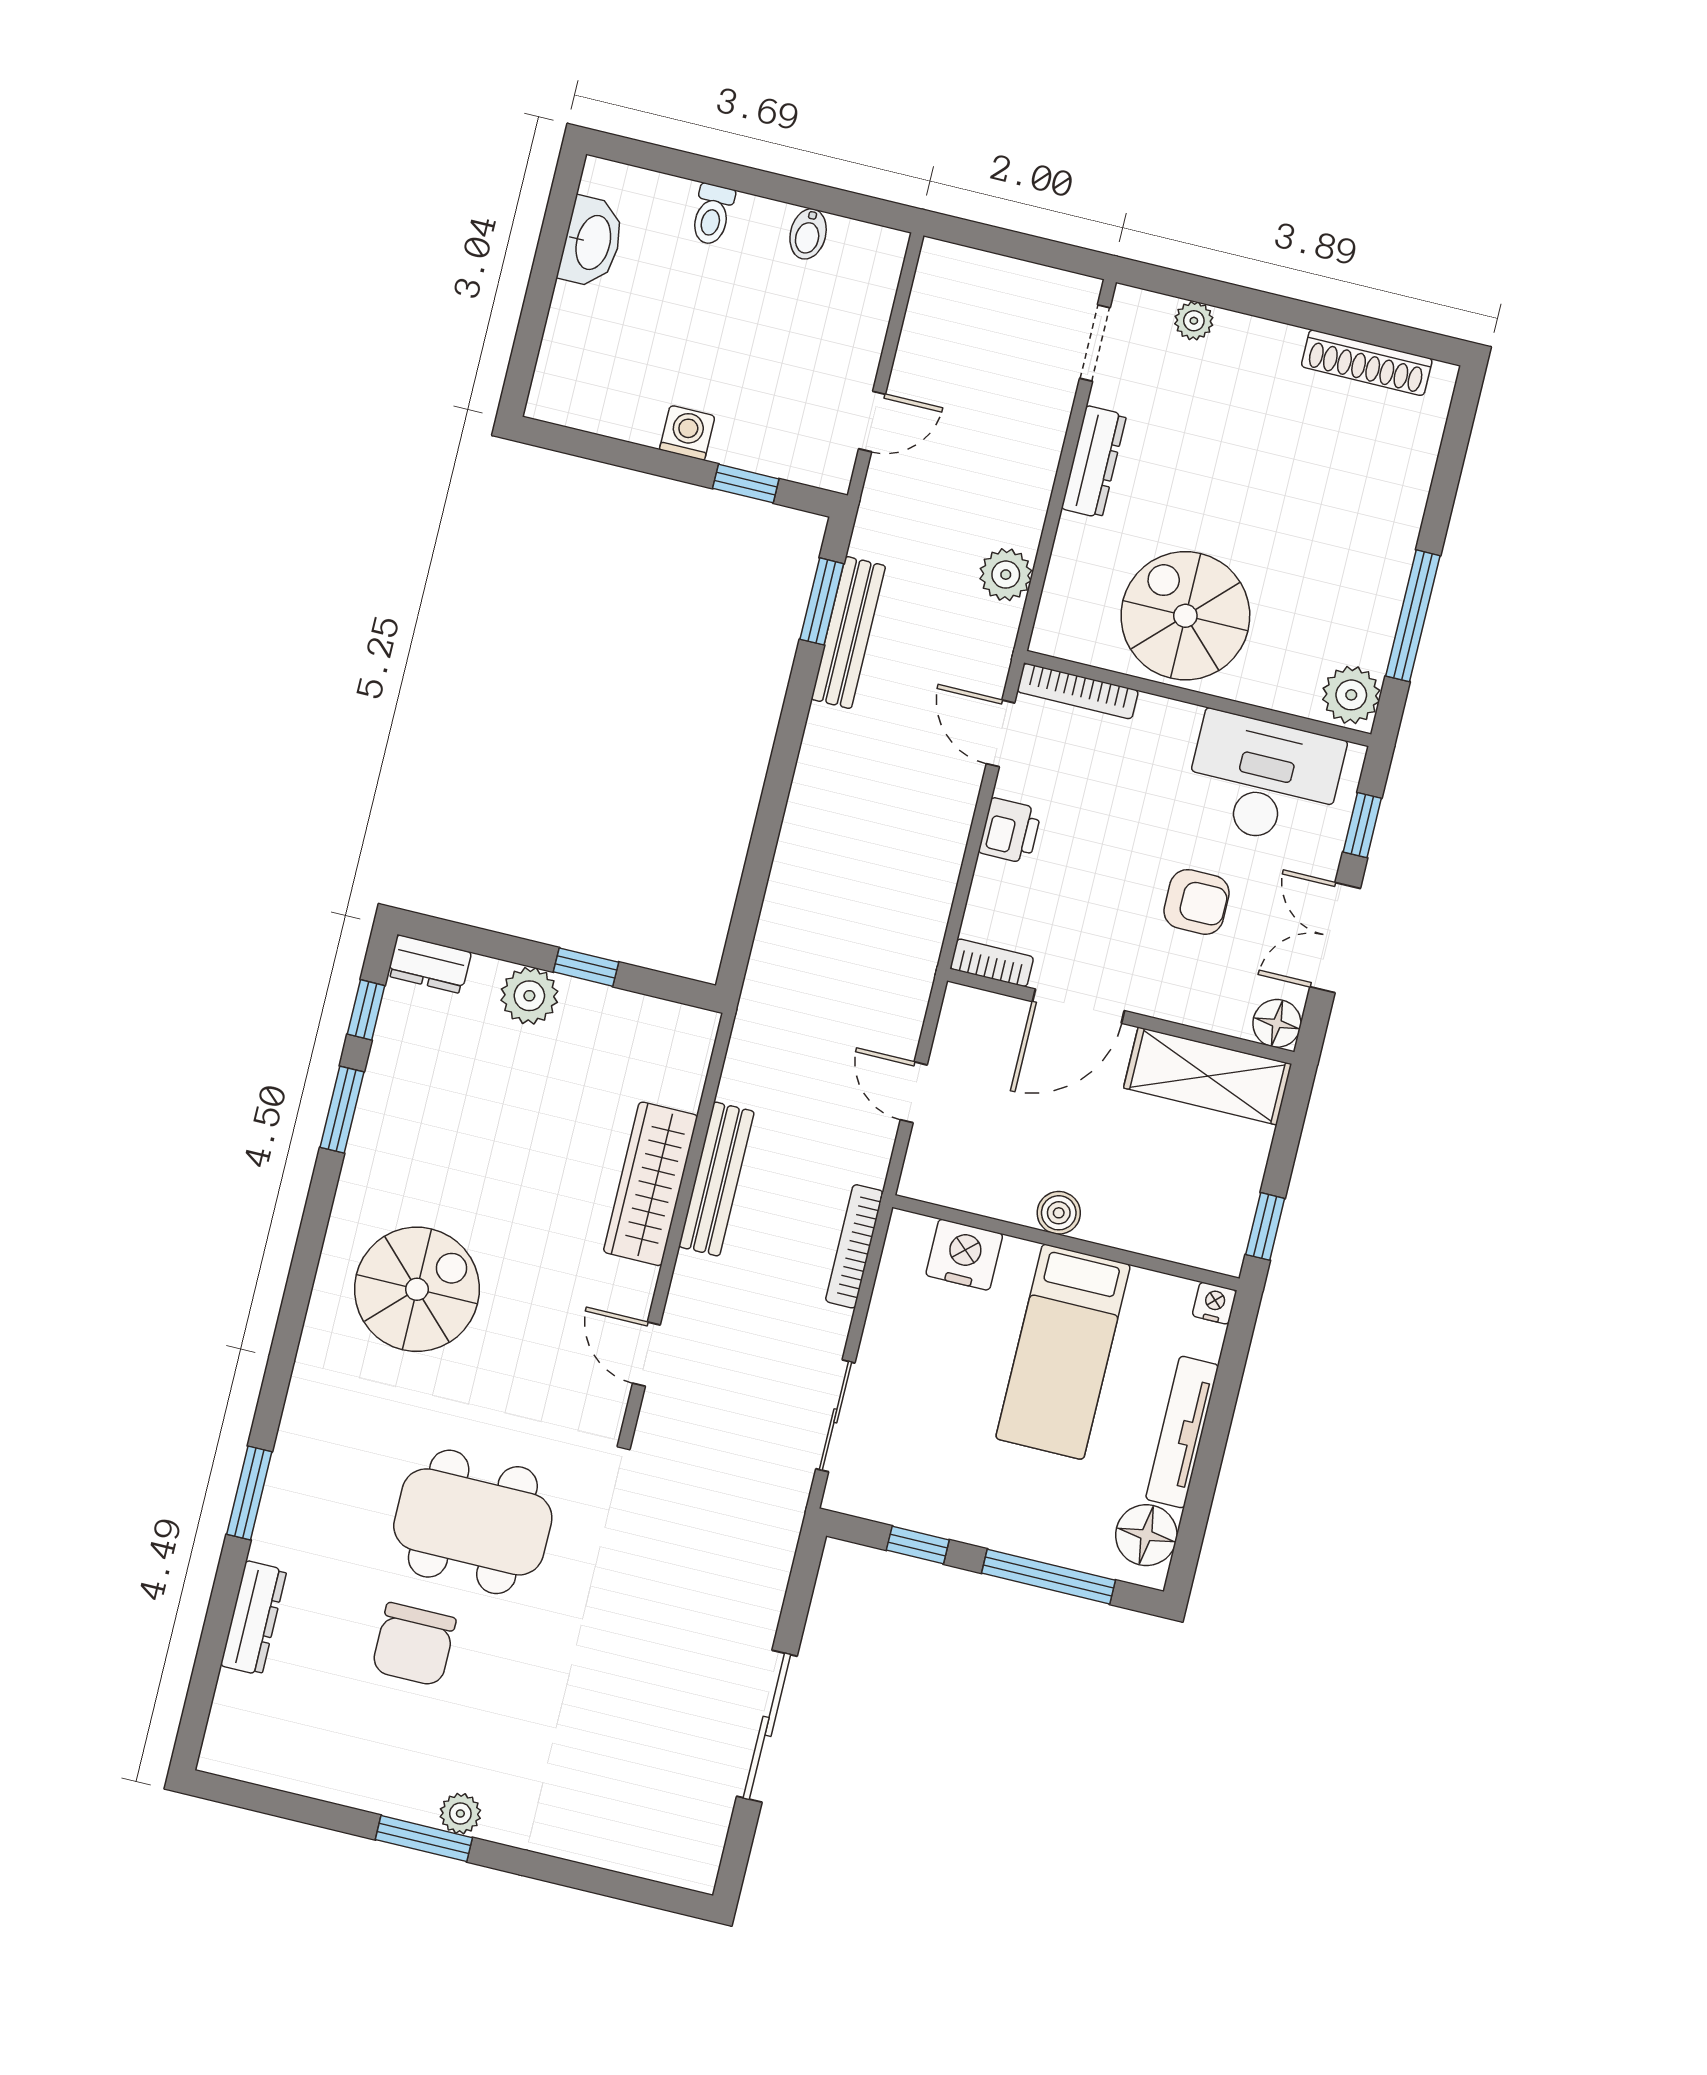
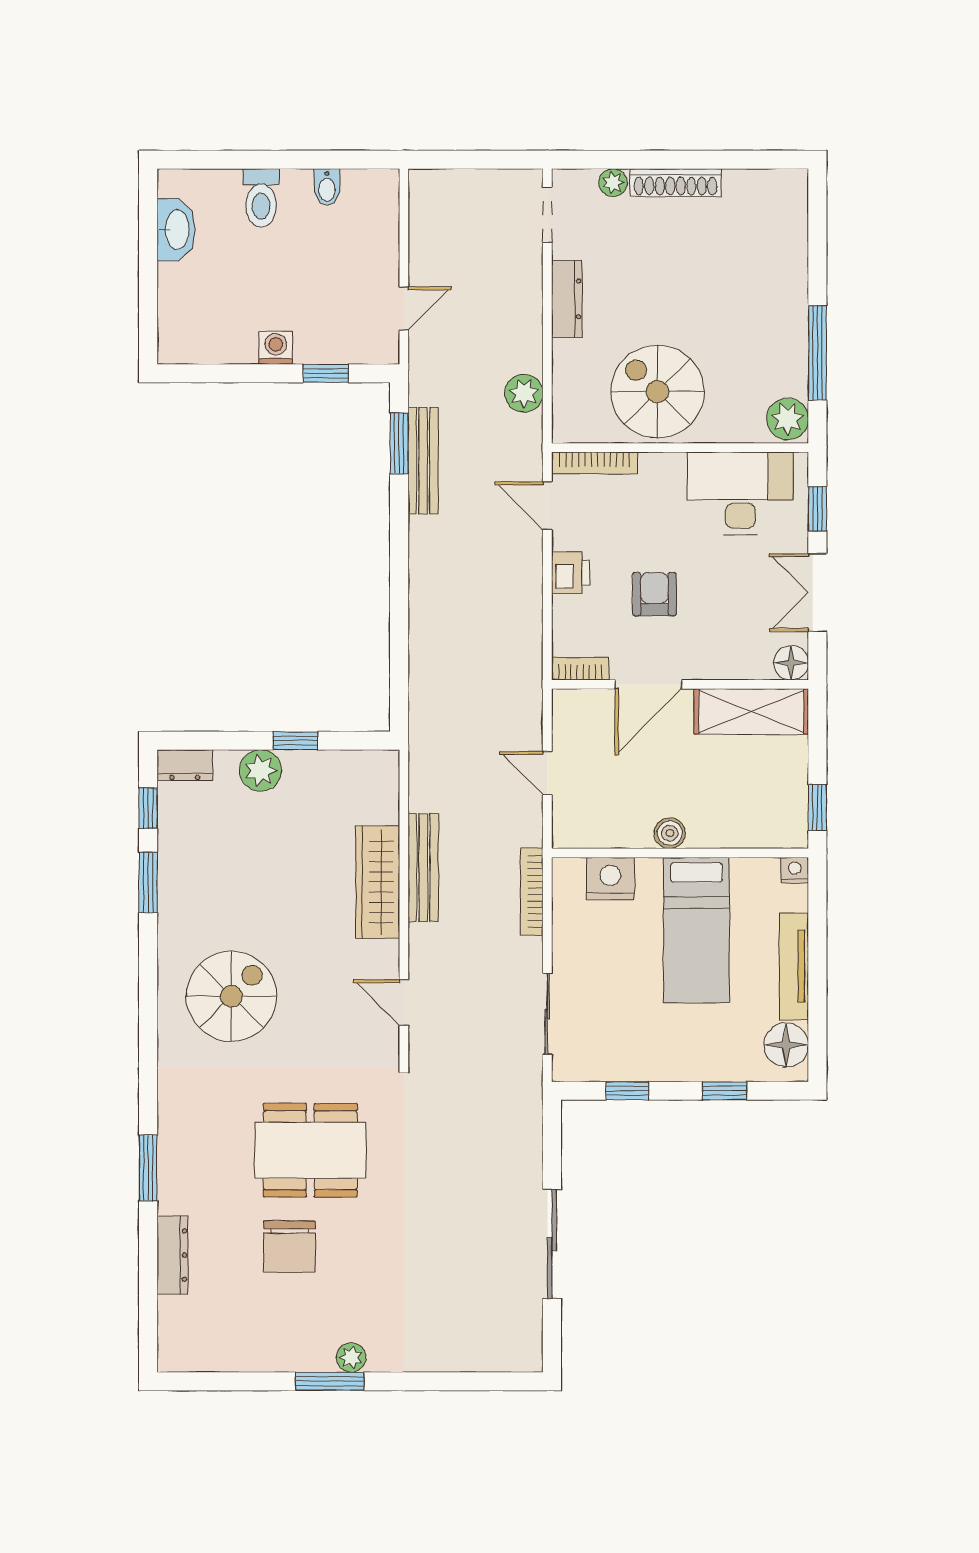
toilet: (712, 214) -> (261, 198), width x1.37, depth x1.39
shoe rack: (1367, 363) -> (676, 183), moved
armchair: (1197, 902) -> (654, 594), moved, turned -90
window: (1049, 1577) -> (725, 1091), width x0.46

